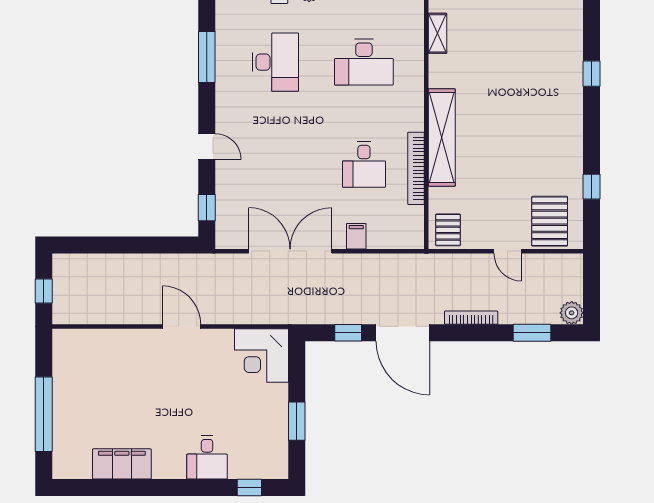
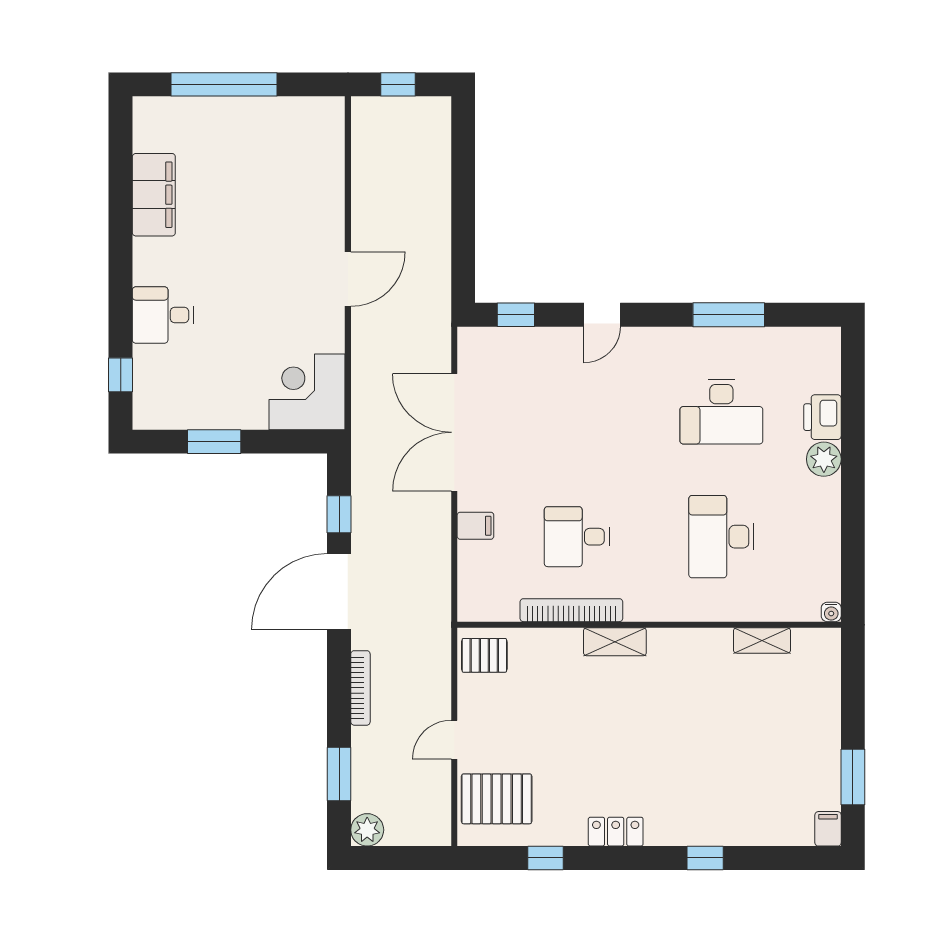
shelving: (442, 137) -> (615, 642), width x0.45, depth x0.75
locker: (573, 137) -> (616, 832), added
double door: (290, 251) -> (454, 432), swing flipped

